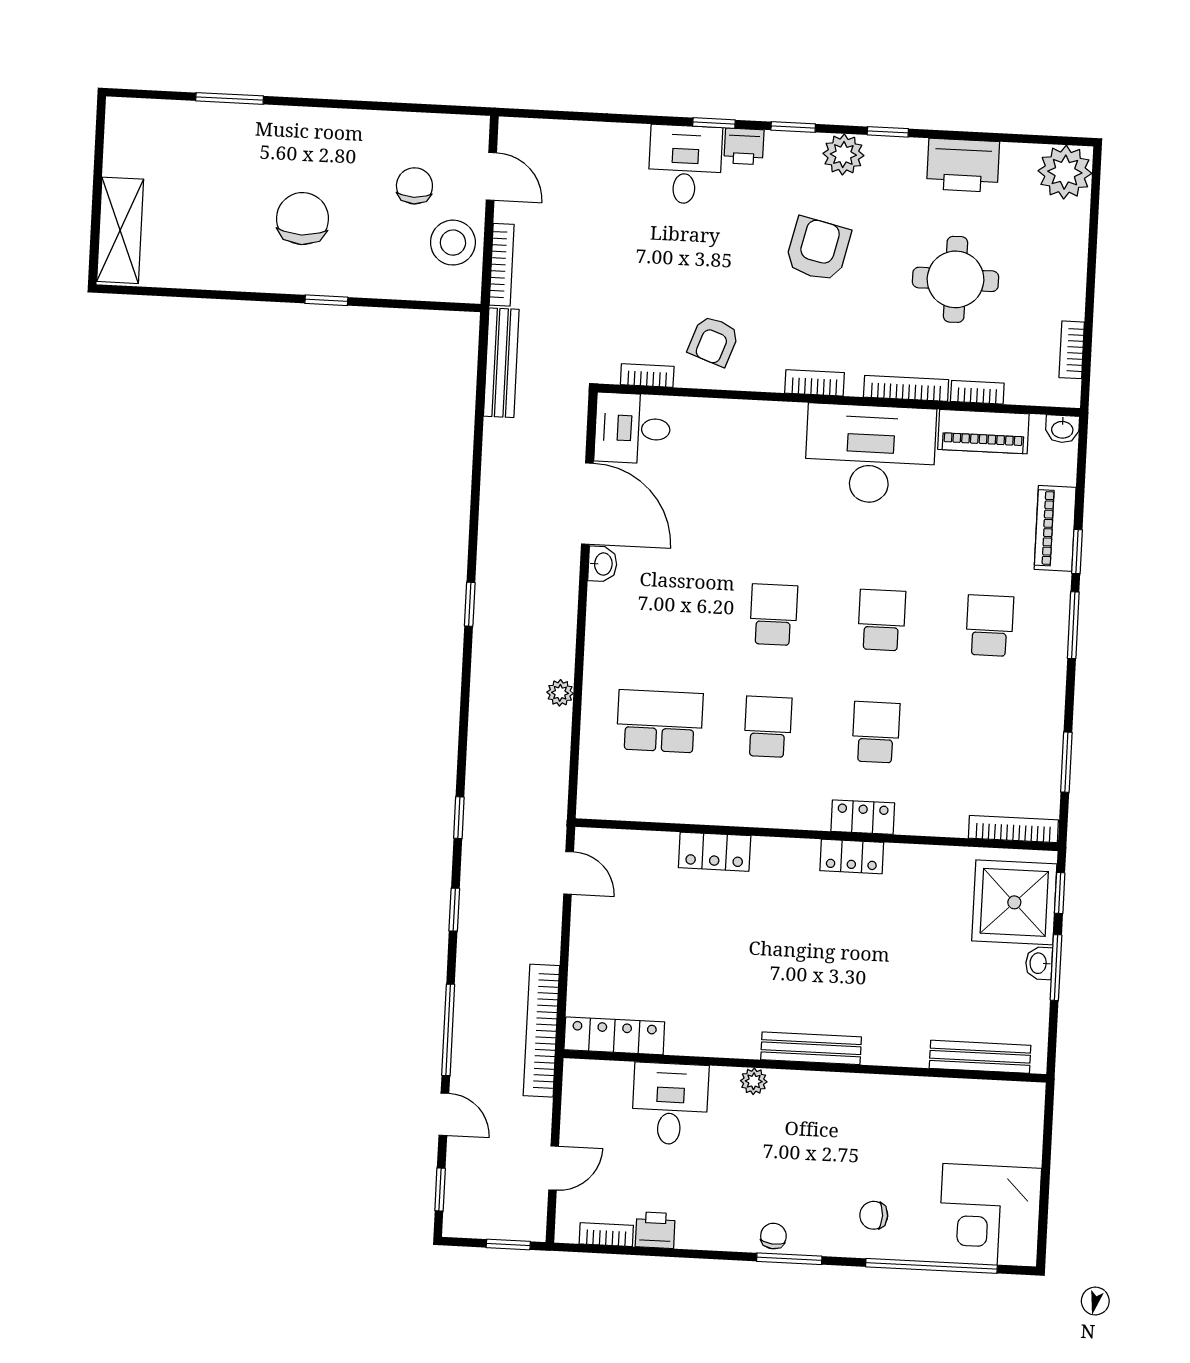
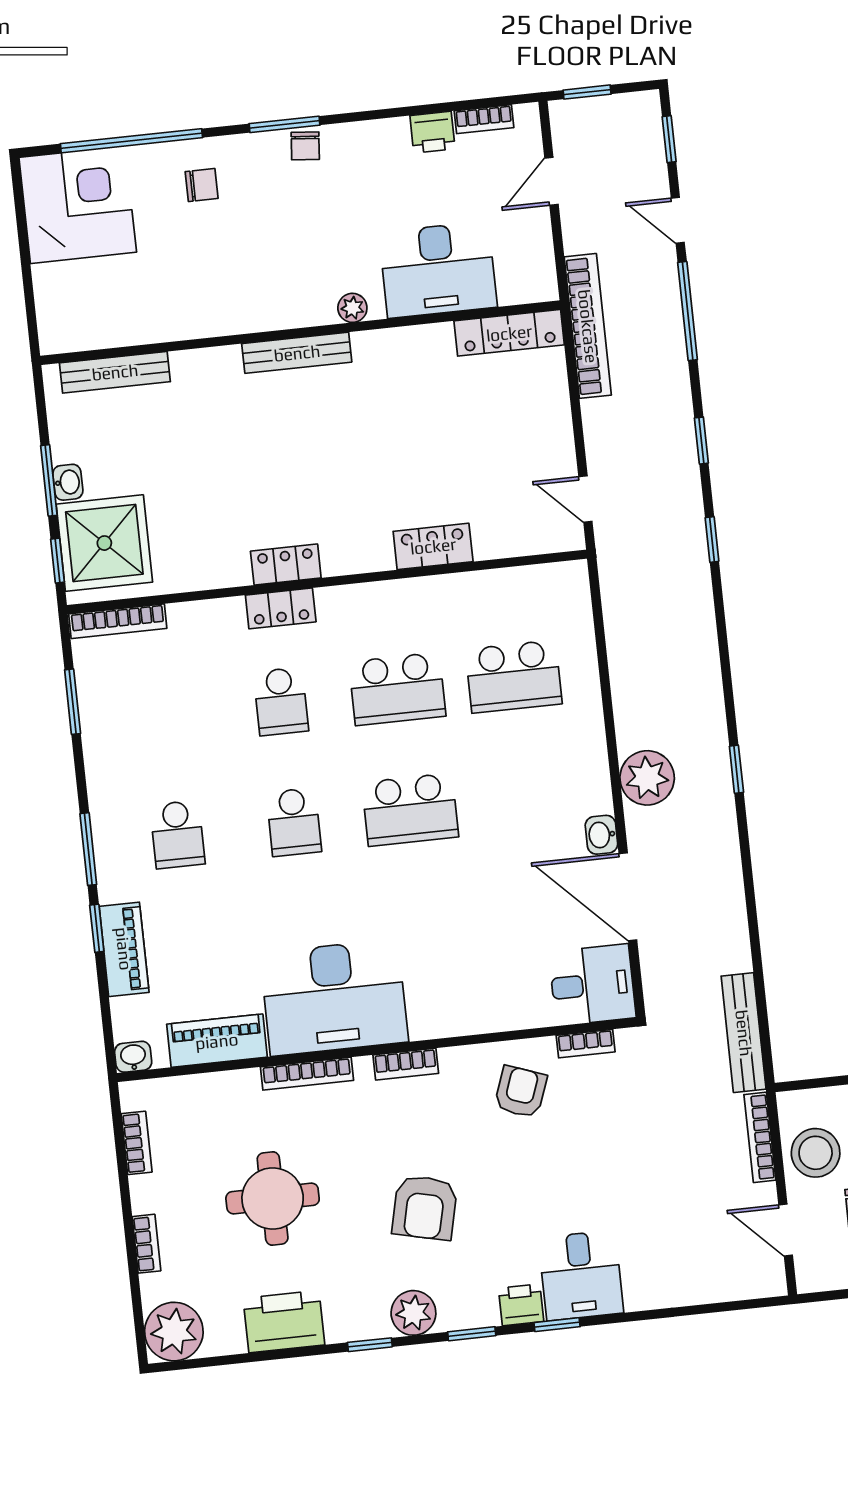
bookcase: (977, 392) -> (147, 1244), moved, turned -90
school desk: (774, 615) -> (410, 810), width x1.85
plant: (560, 693) -> (647, 778), moved, width x1.88, depth x1.88
school desk: (768, 727) -> (397, 689), width x1.85
desk: (670, 1104) -> (438, 270), width x1.37

